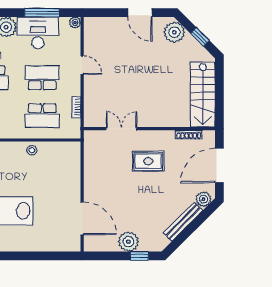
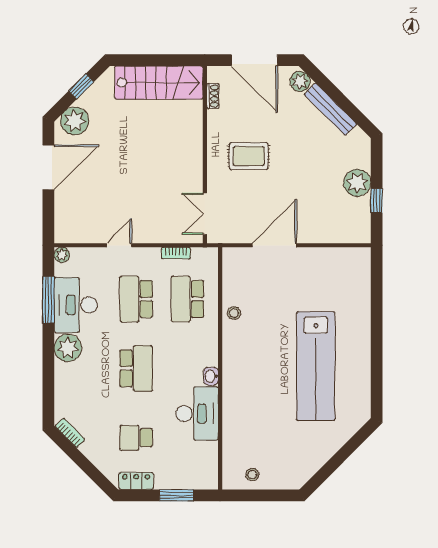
door: (140, 13) -> (48, 167), width x1.36
school desk: (42, 116) -> (187, 299), turned 180
double door: (121, 129) -> (205, 214), moved
shoe rack: (189, 135) -> (213, 96), width x0.70
rug: (148, 161) -> (249, 156), turned 90
door: (82, 218) -> (274, 245), moved
window: (139, 256) -> (377, 201), moved

